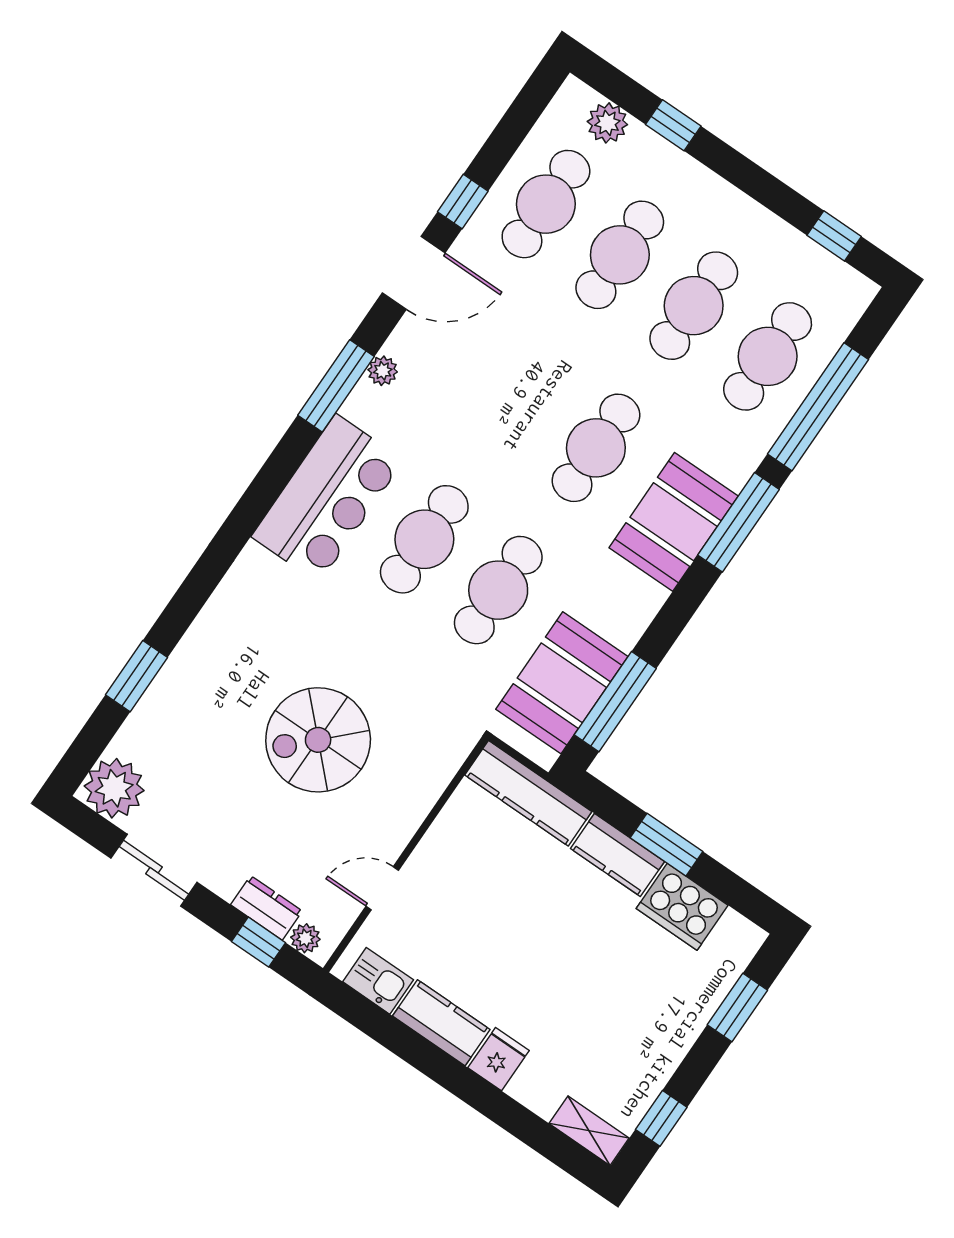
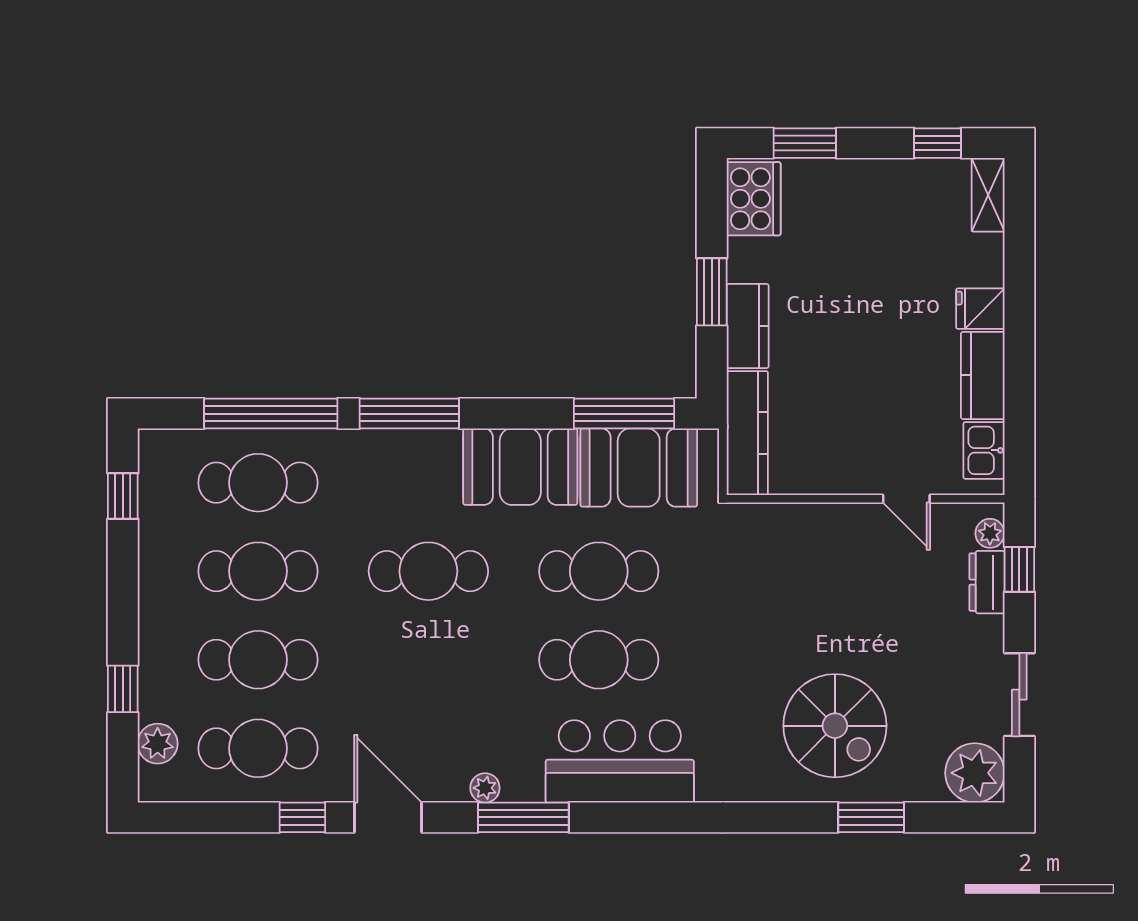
booth: (674, 522) -> (520, 467), moved
spiral stairs: (318, 740) -> (835, 726), moved
cooker: (682, 907) -> (754, 199), moved

